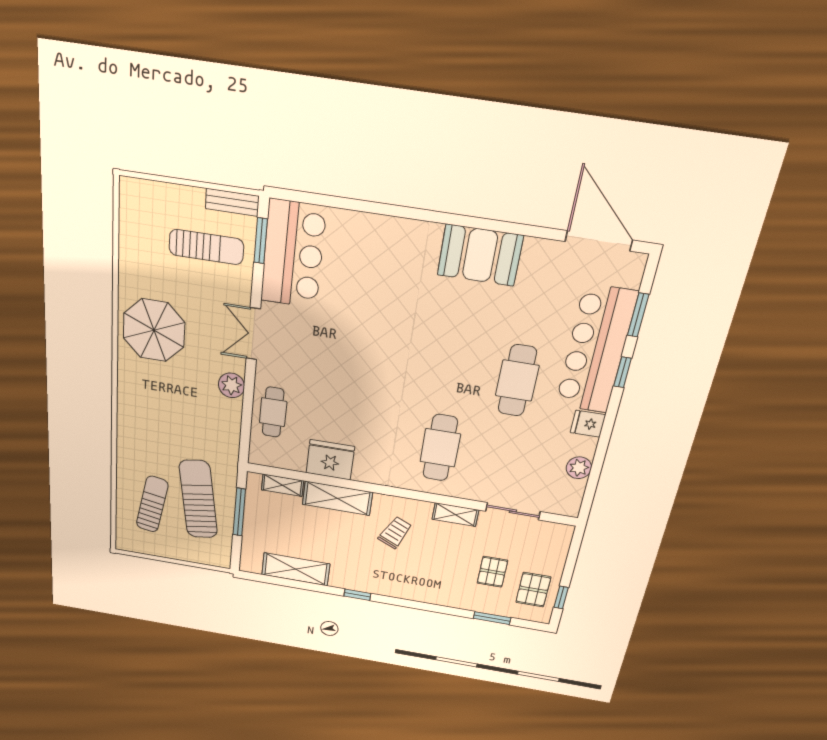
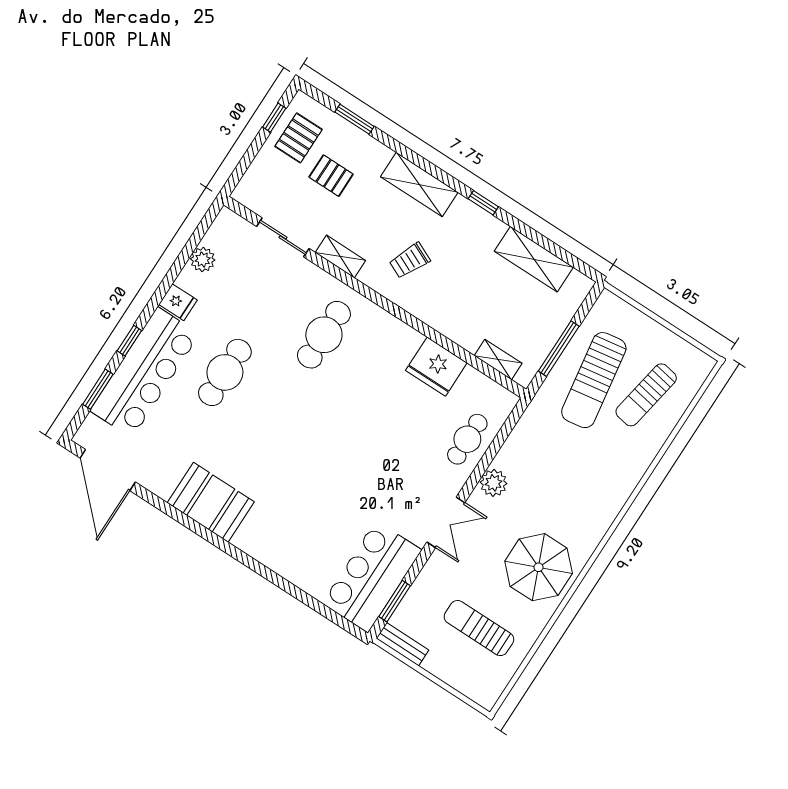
sun lounger: (206, 247) -> (479, 628), moved
shelving: (337, 498) -> (419, 184), moved
pallet: (492, 572) -> (331, 176), turned 90

